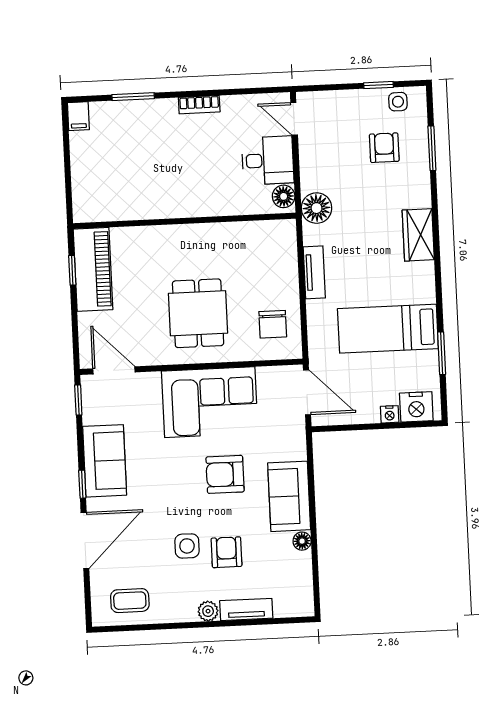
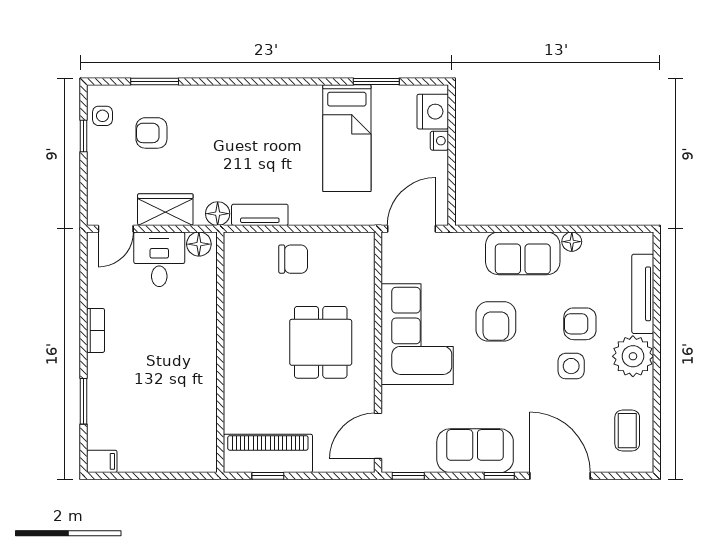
floor lamp: (316, 208) -> (218, 214), width x0.73, depth x0.73
wardrobe: (418, 235) -> (165, 210), moved, turned 180
tv unit: (314, 272) -> (260, 215), moved
dining table: (198, 313) -> (321, 342), turned 90
chair: (273, 324) -> (293, 259), moved
tv unit: (246, 609) -> (643, 294), width x1.41
plant: (208, 611) -> (633, 356), width x1.87, depth x1.87

